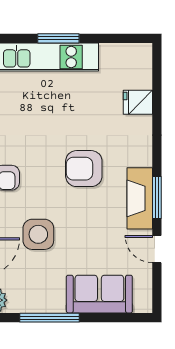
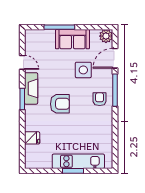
window: (157, 198) -> (22, 99), moved
sofa: (99, 294) -> (72, 39), moved
window: (49, 318) -> (59, 27), moved

